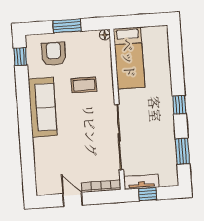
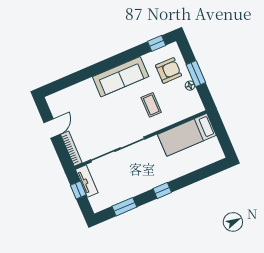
floor lamp: (105, 35) -> (190, 86), moved

